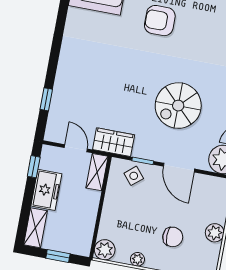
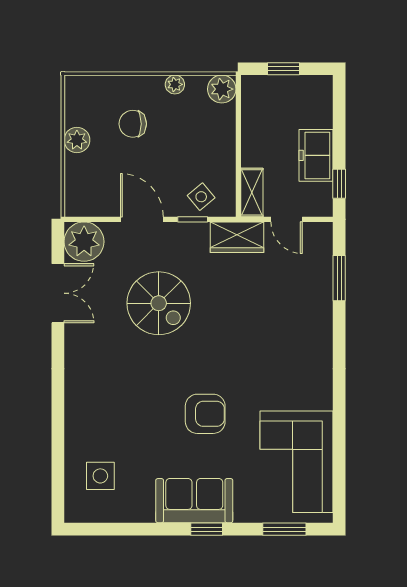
window: (46, 99) -> (339, 278), width x1.50
spiral stairs: (178, 106) -> (159, 303), turned 90
shelving: (35, 228) -> (321, 101), removed

